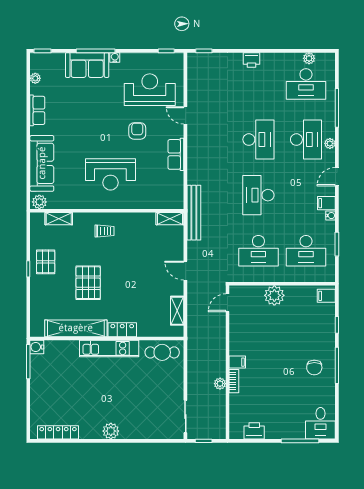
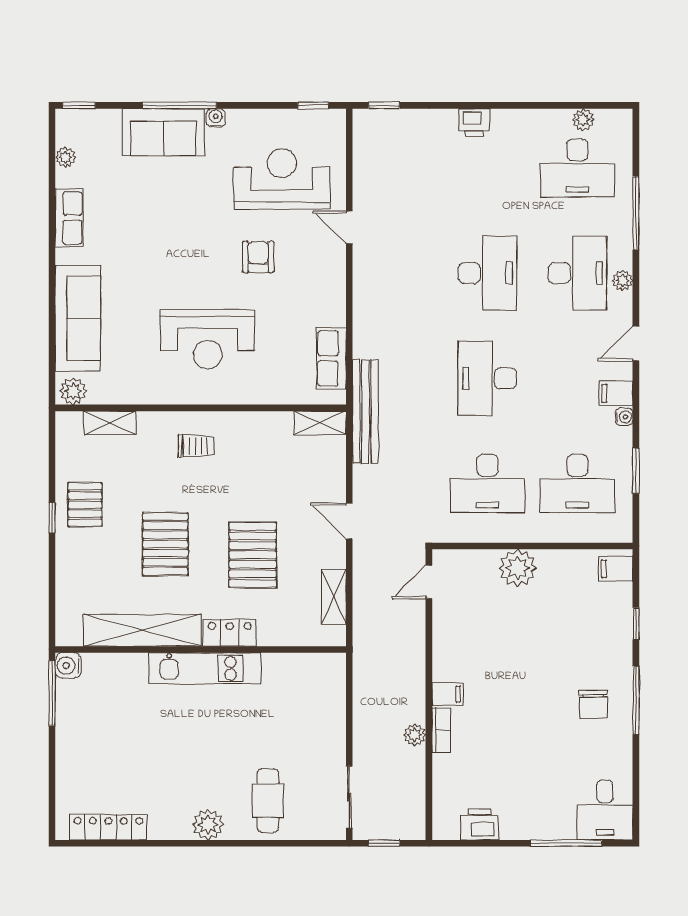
row of seats: (176, 154) -> (331, 358), moved
pallet: (134, 288) -> (253, 555), added
cafe table: (162, 352) -> (268, 801), moved, turned 90

